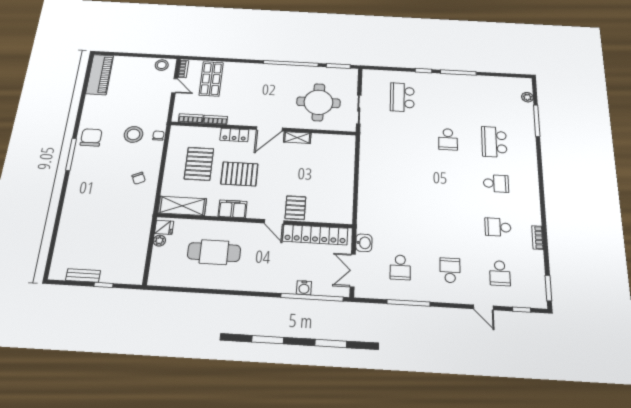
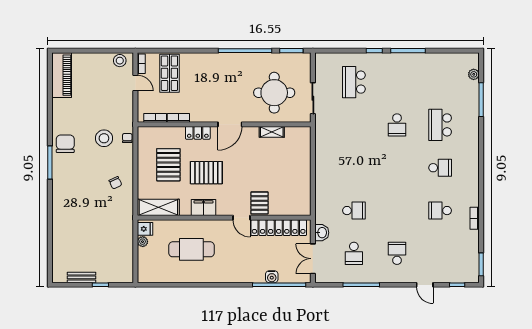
shelving: (297, 138) -> (272, 132), moved
school desk: (500, 273) -> (354, 211), moved, turned -90

